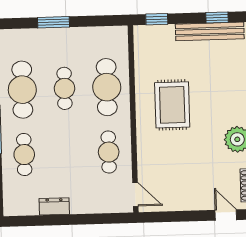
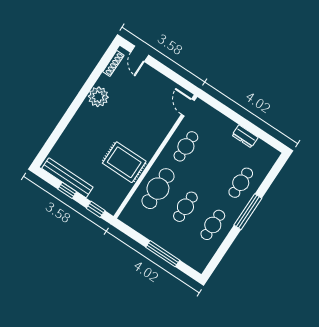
window: (217, 17) -> (67, 190), moved
window: (54, 22) -> (163, 254), width x1.44
cafe table: (22, 90) -> (213, 225), width x0.73, depth x0.74
rug: (172, 105) -> (124, 162), moved, turned 90

